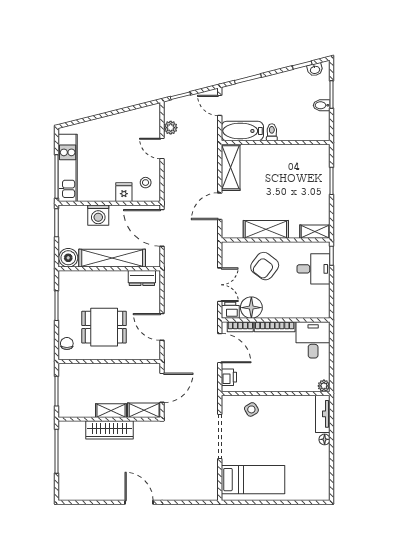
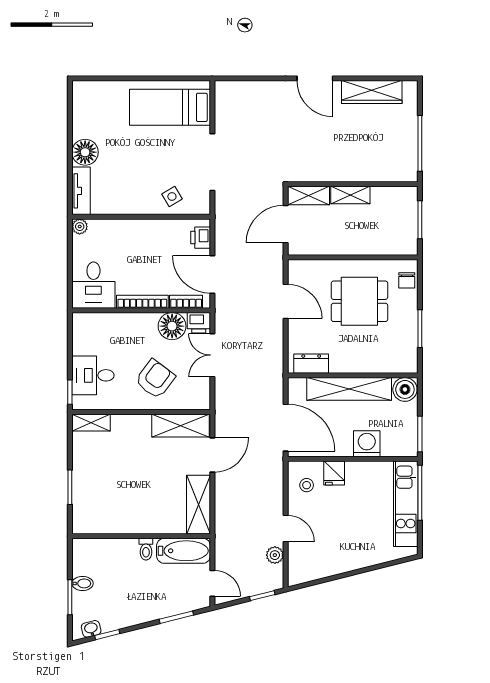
shelving: (266, 229) -> (181, 426), moved
wardrobe: (109, 430) -> (372, 92), moved, turned 180
floor lamp: (325, 439) -> (85, 152), width x1.89, depth x1.89

